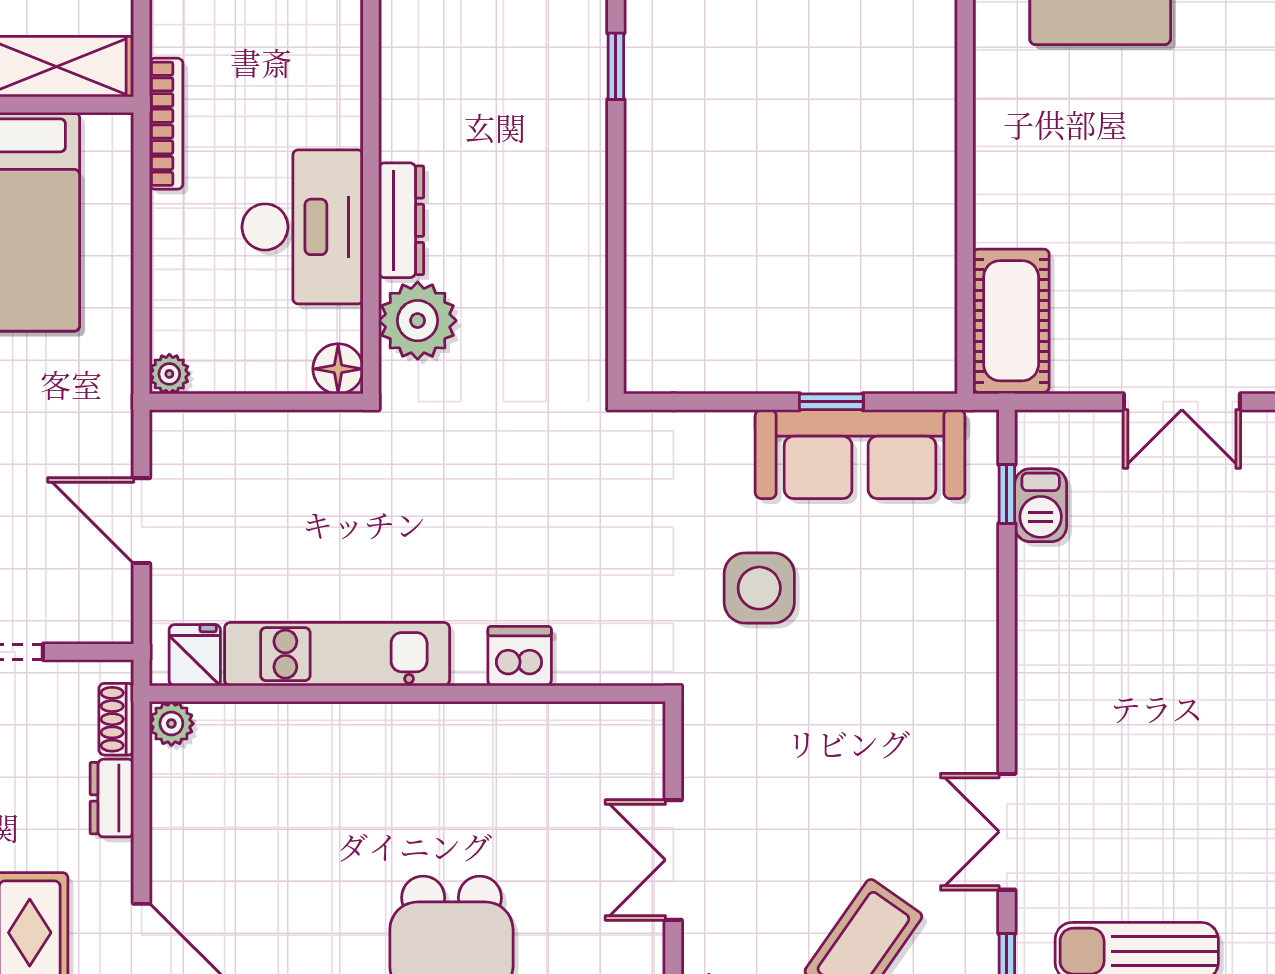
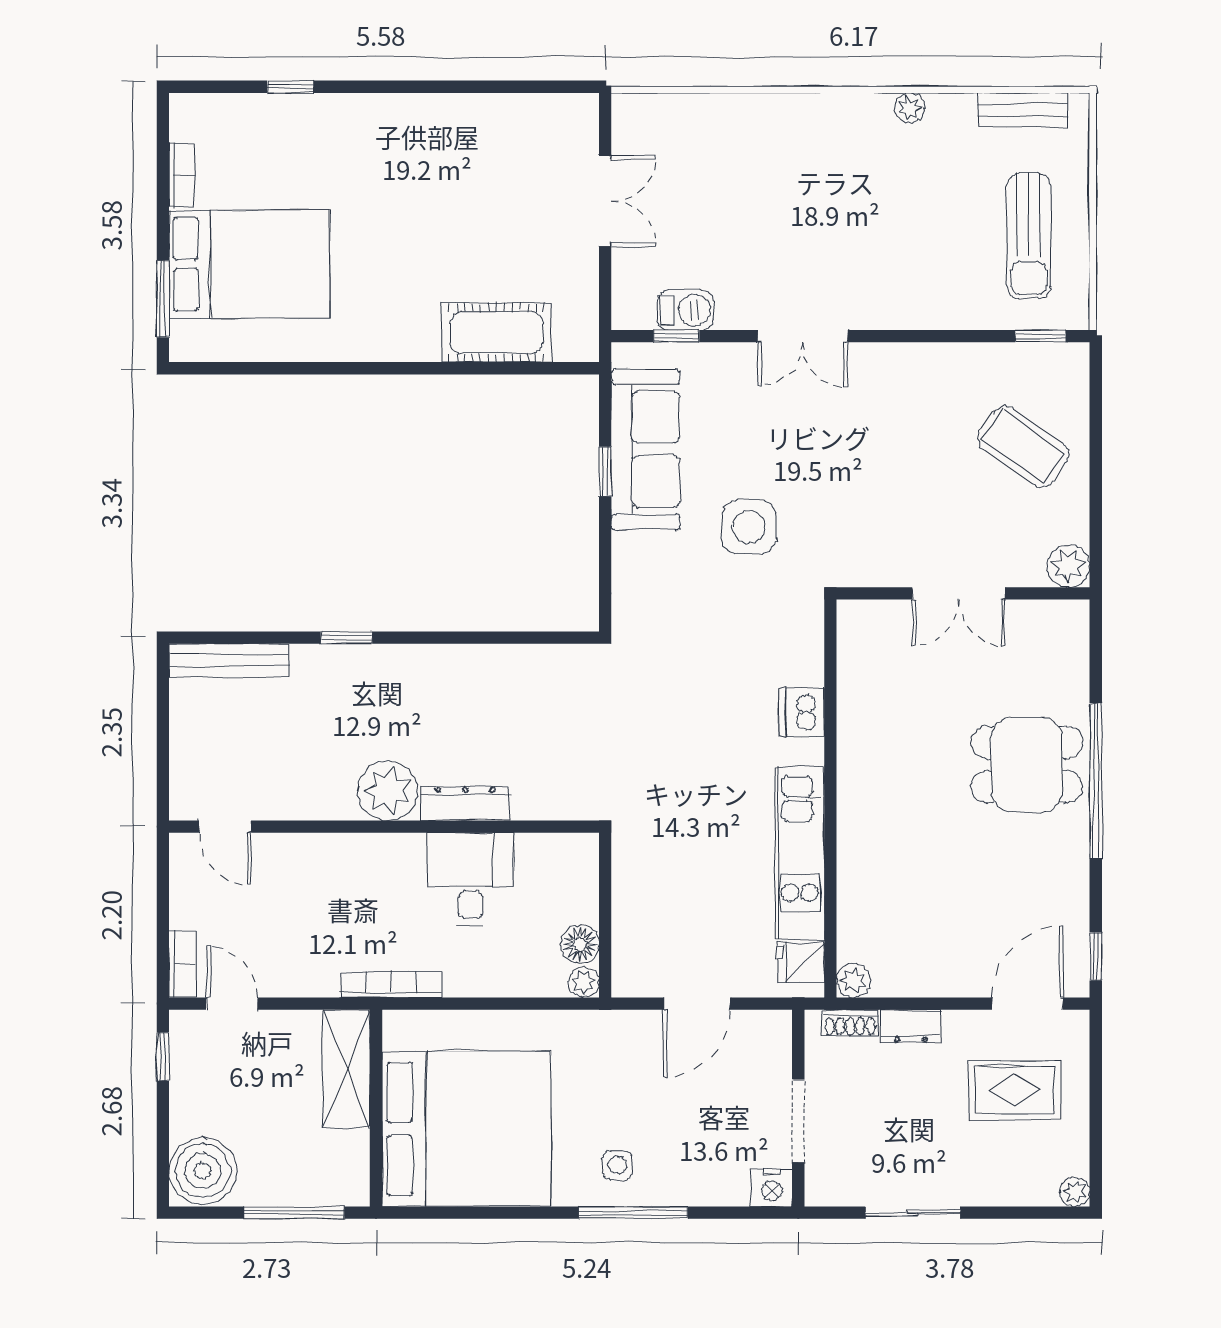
desk: (303, 227) -> (470, 879), width x0.73
plant: (418, 321) -> (388, 791), moved
cot: (1011, 321) -> (497, 333), moved
floor lamp: (338, 369) -> (580, 944), moved
double door: (1007, 832) -> (803, 336), moved

